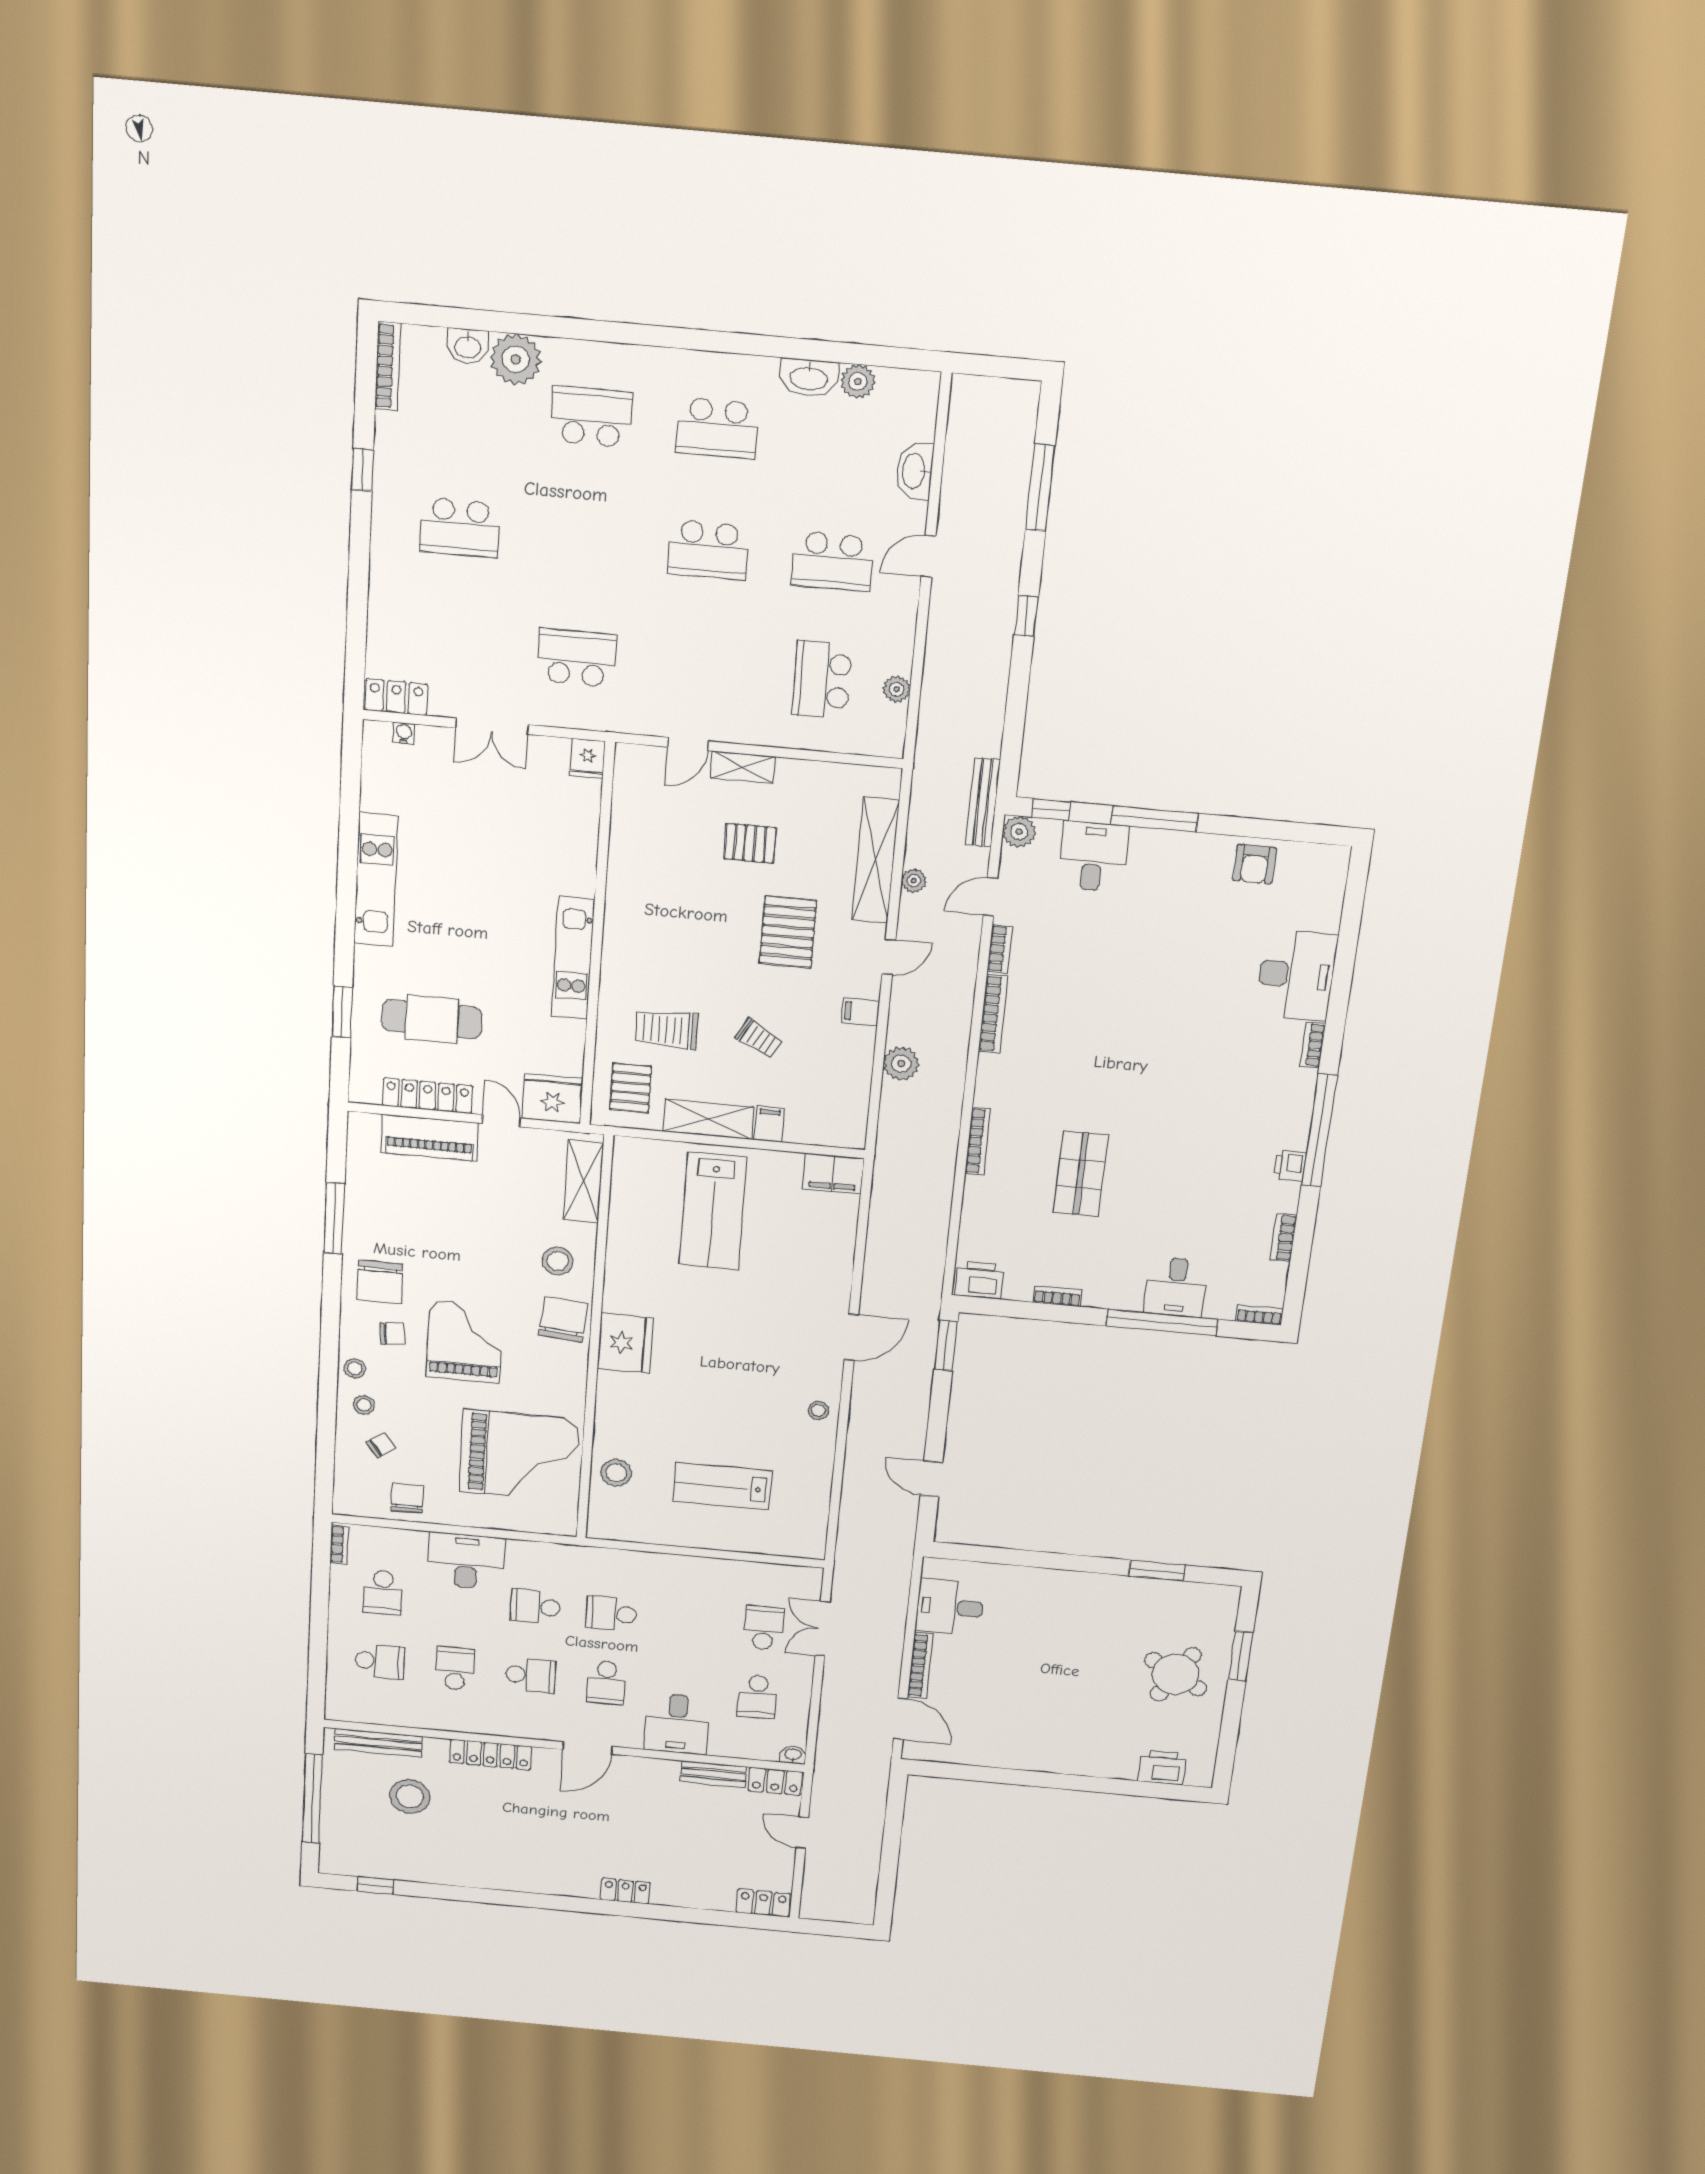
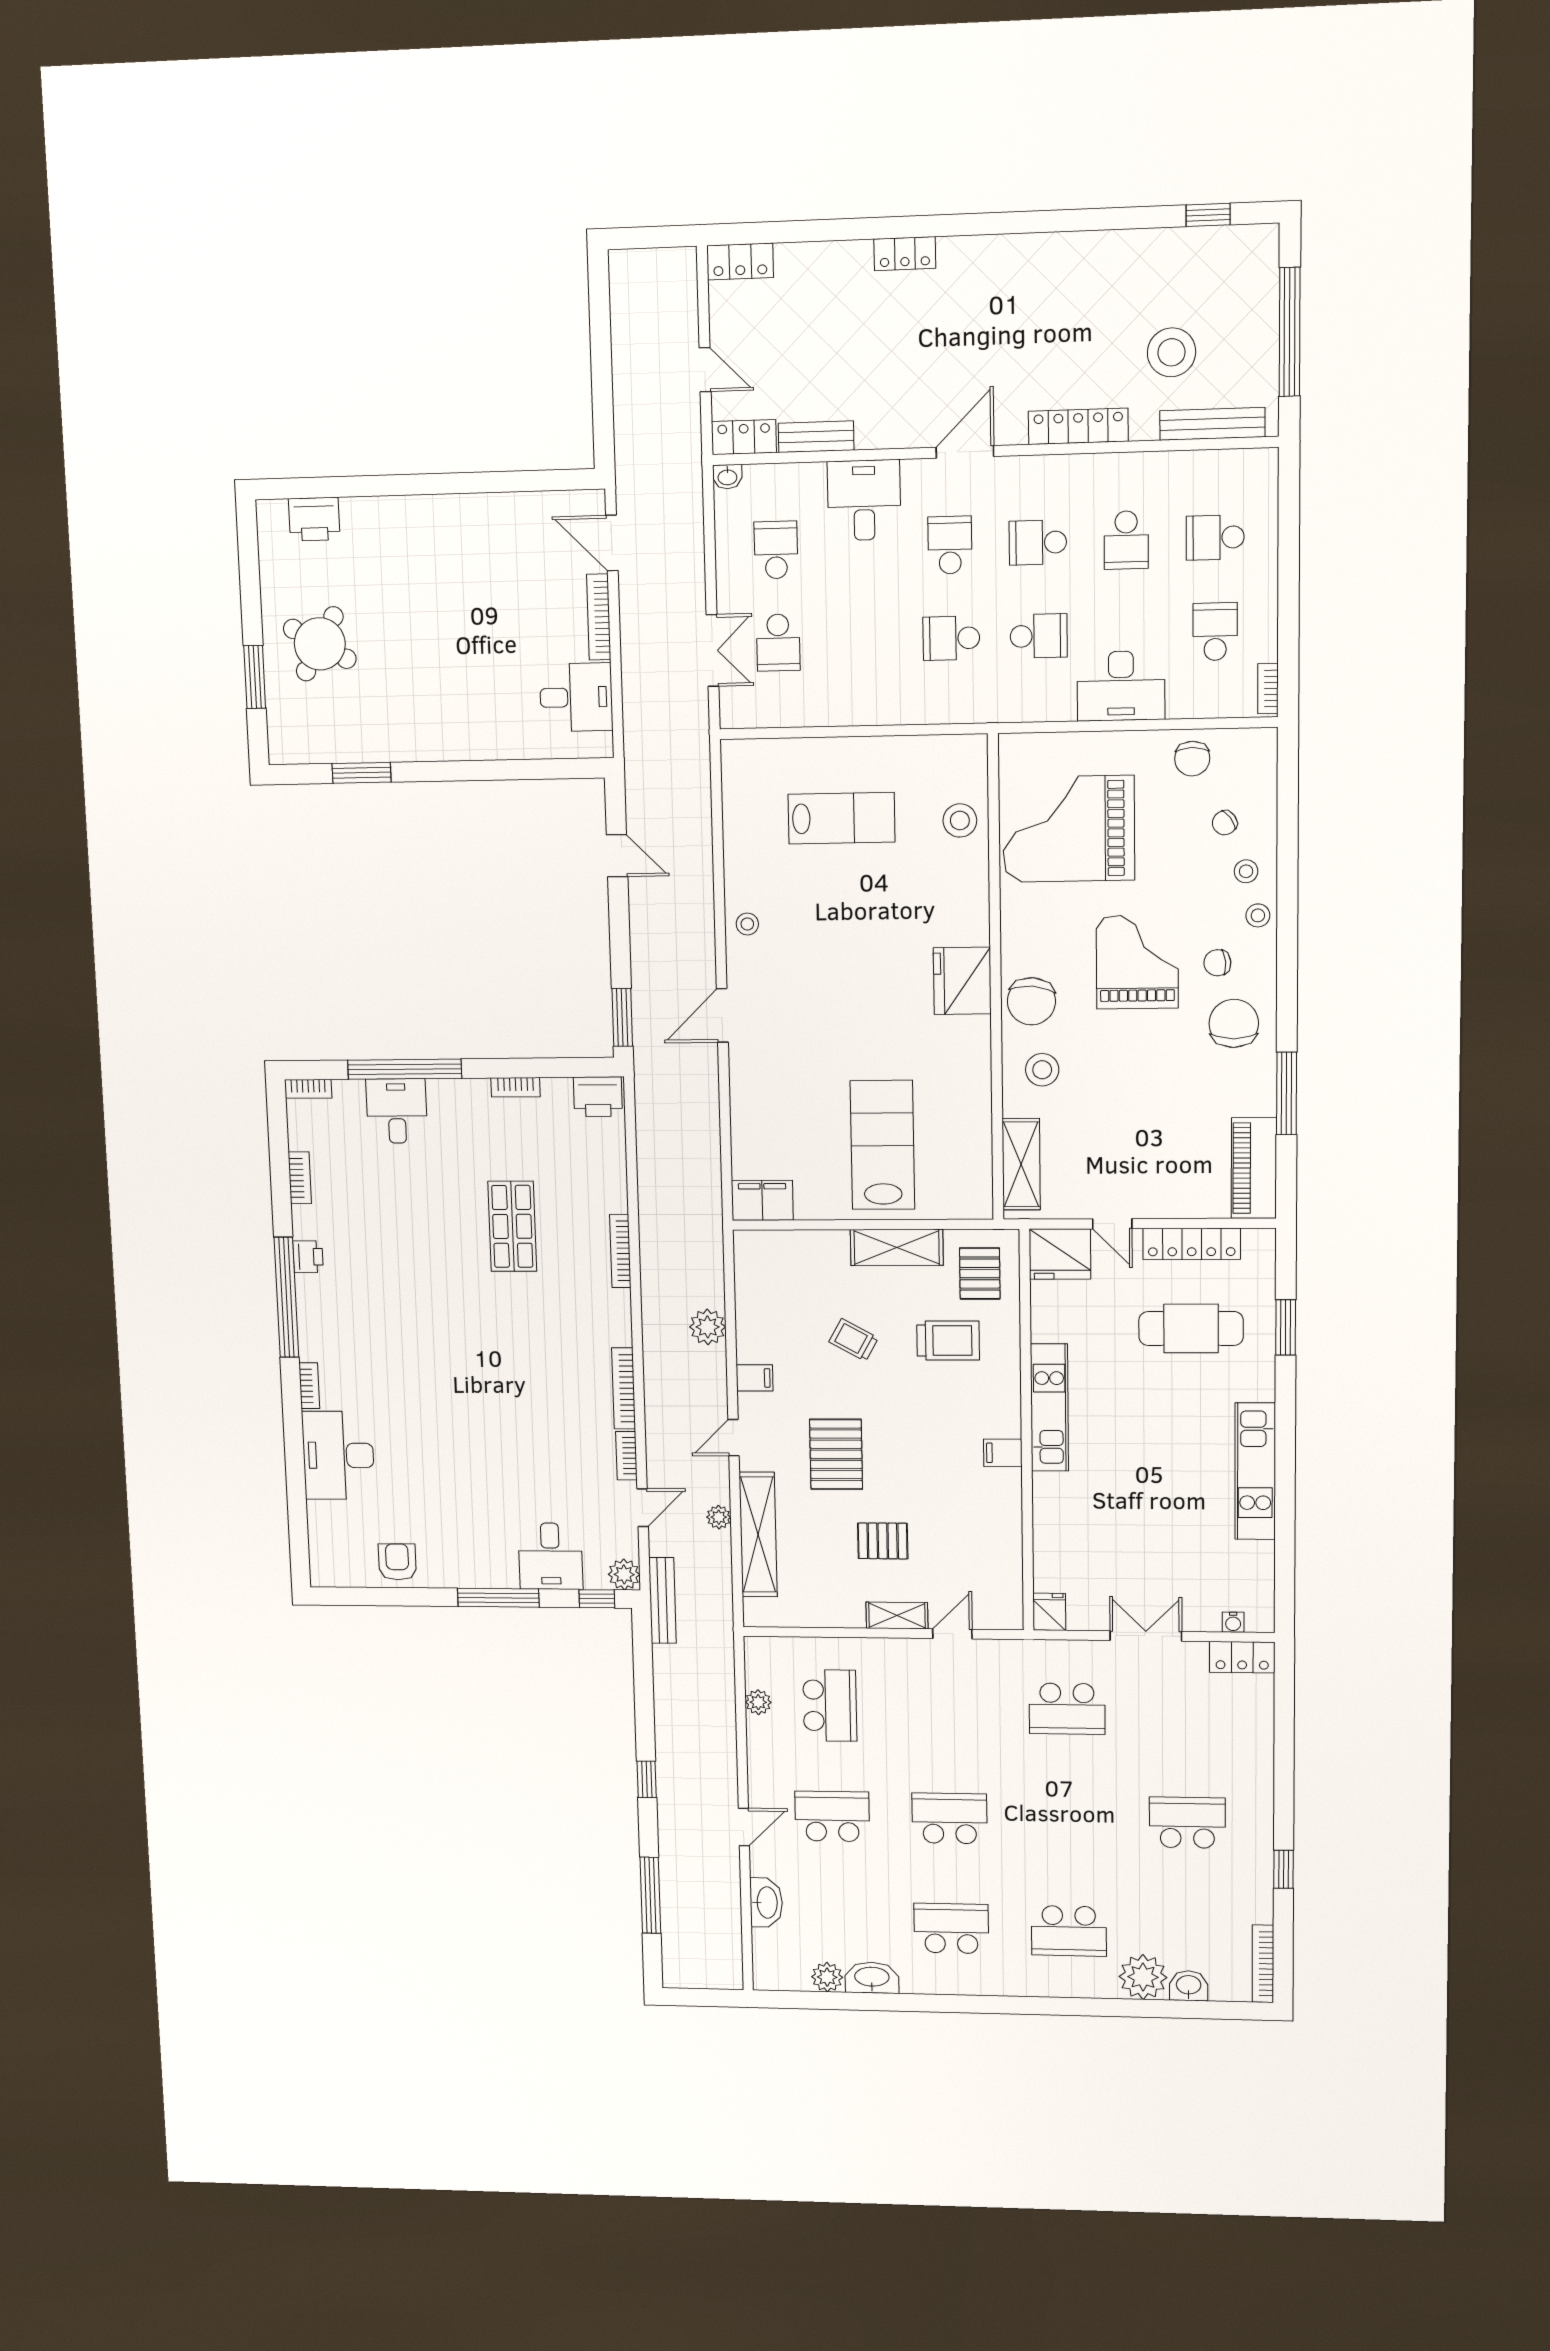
filing cabinet: (769, 1124) -> (1003, 1453), moved, turned 90
piano: (430, 1138) -> (1254, 1168), moved, turned -90
grand piano: (465, 1342) -> (1137, 962), turned 180
school desk: (611, 1614) -> (951, 638), turned 180

